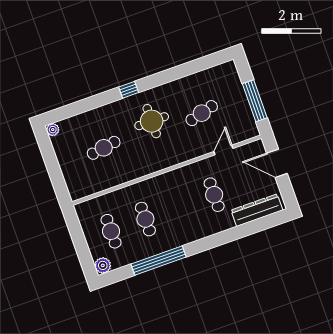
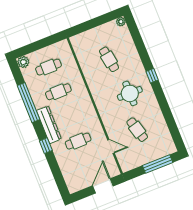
window: (255, 101) -> (158, 164), moved
dresser: (257, 210) -> (49, 125), moved
window: (219, 239) -> (46, 146), added

